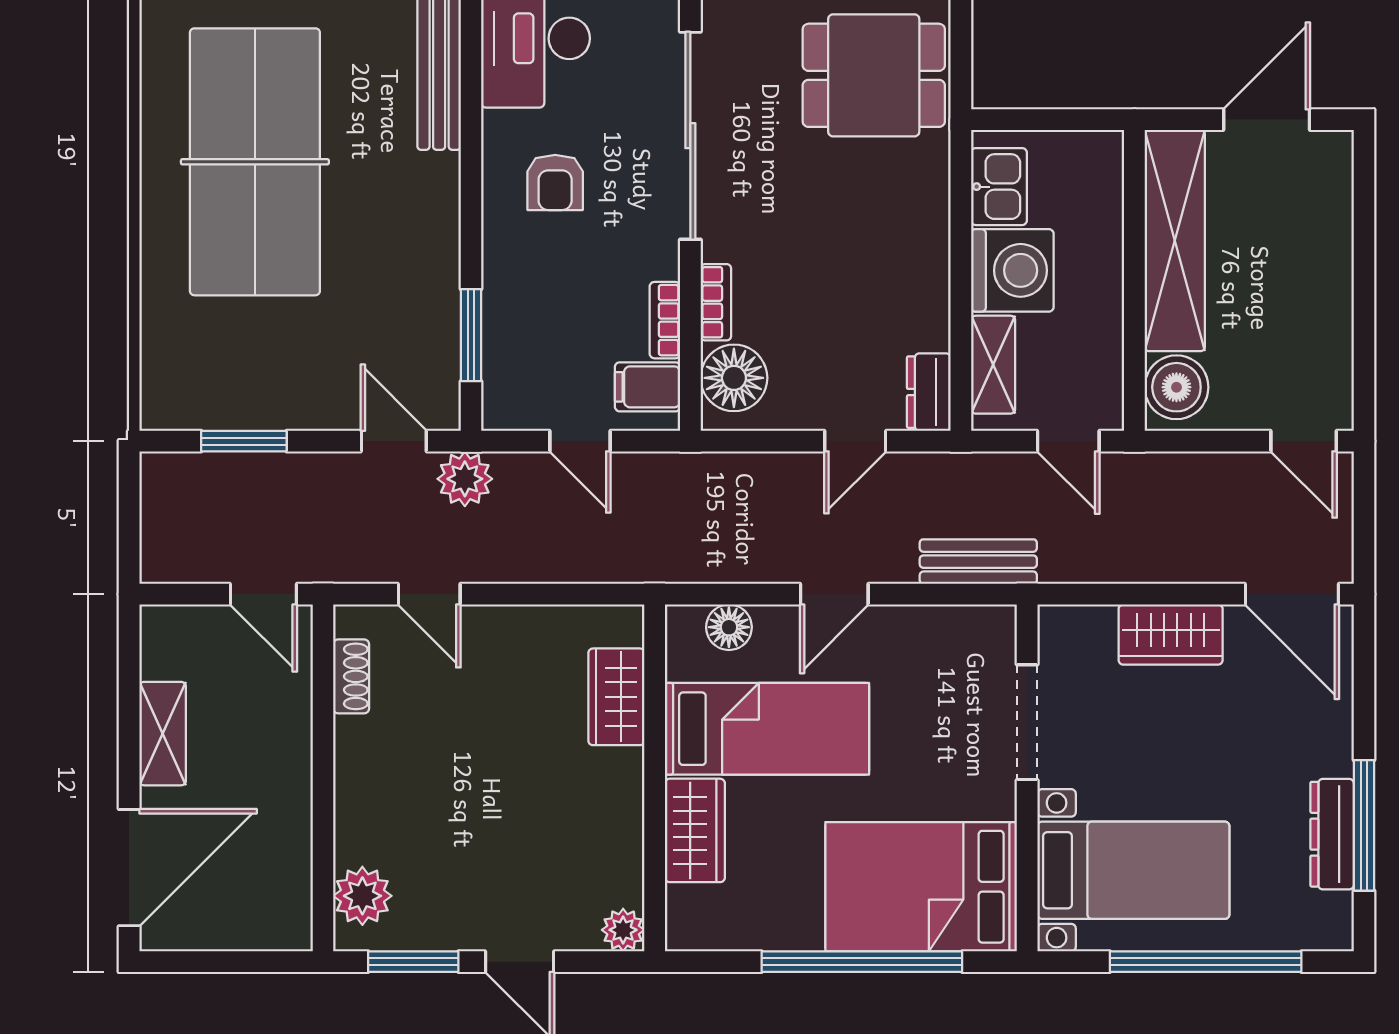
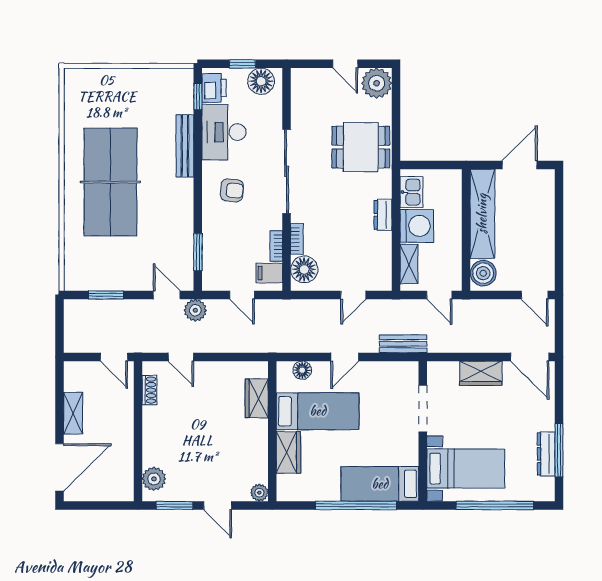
armchair: (555, 182) -> (232, 190), turned -85
dresser: (929, 392) -> (383, 215), moved
bed: (921, 887) -> (380, 484), width x0.67

